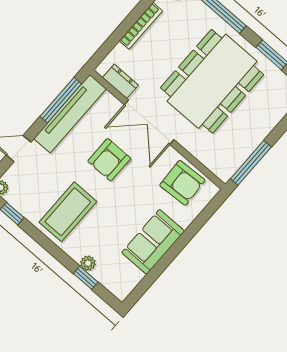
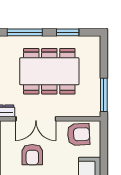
dining table: (212, 81) -> (49, 71), turned 90

